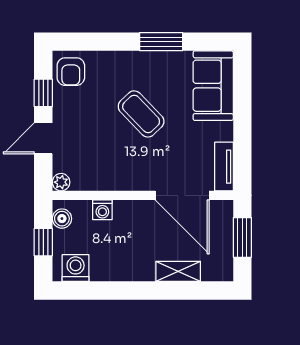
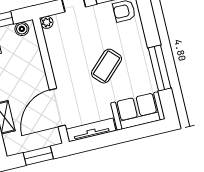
window: (161, 42) -> (159, 68), width x1.44
tv unit: (224, 167) -> (91, 130), width x1.41
washing machine: (102, 210) -> (34, 55), removed

